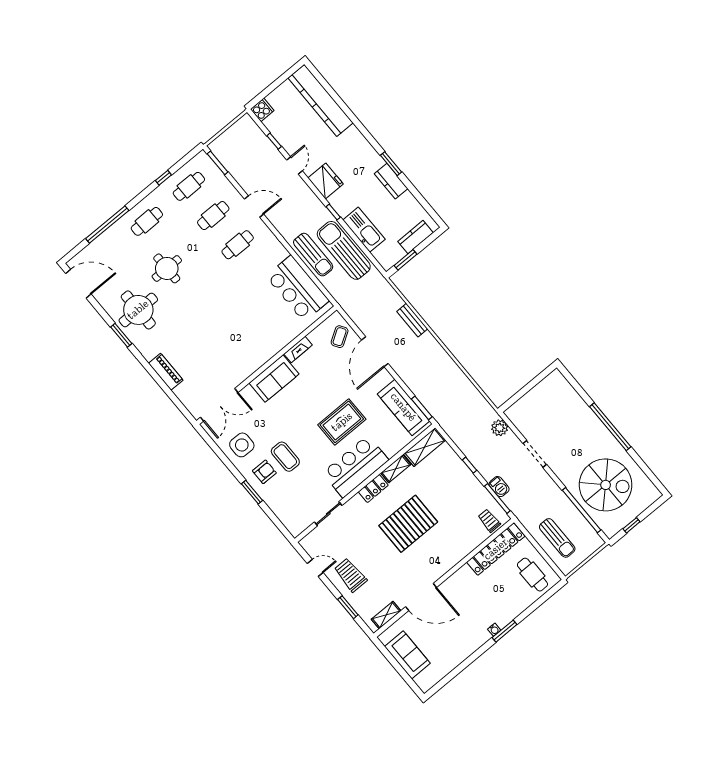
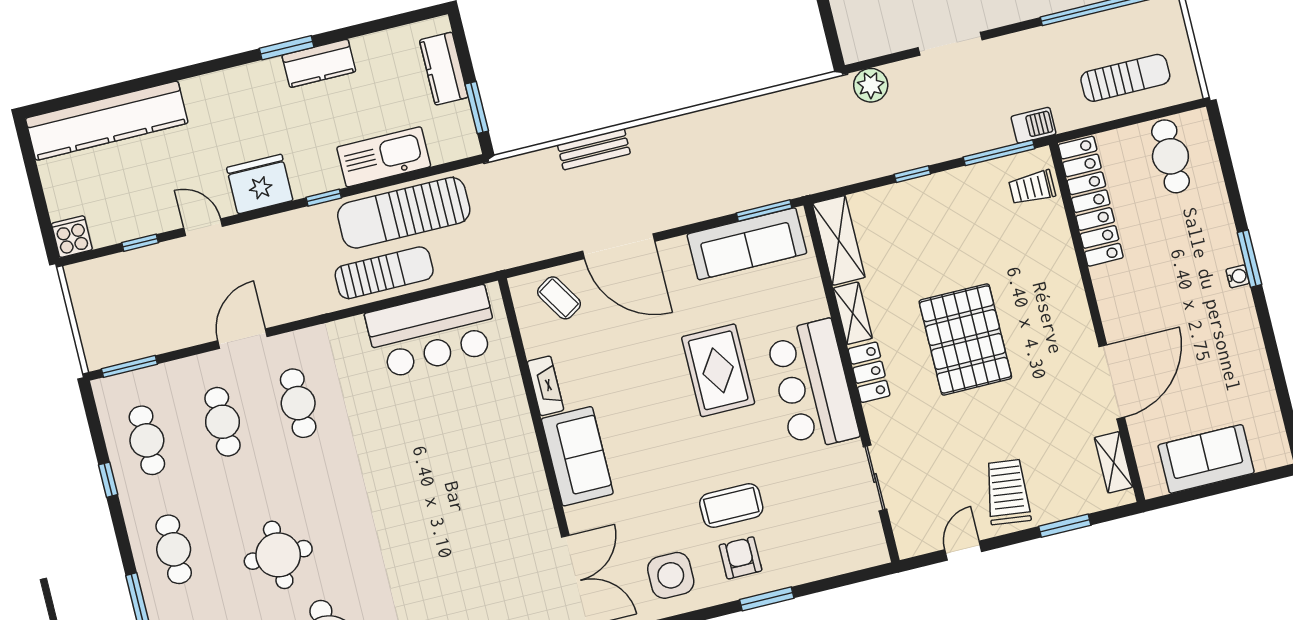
barbecue: (499, 487) -> (1034, 125), moved
trolley: (350, 575) -> (1008, 492), turned 97
cafe table: (532, 575) -> (1170, 156), turned 90

